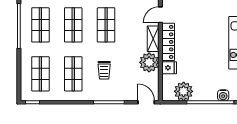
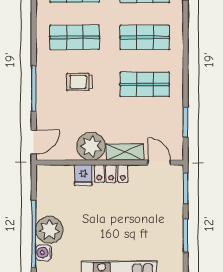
locker: (168, 42) -> (111, 173), width x0.66
plant: (184, 91) -> (49, 230), moved

